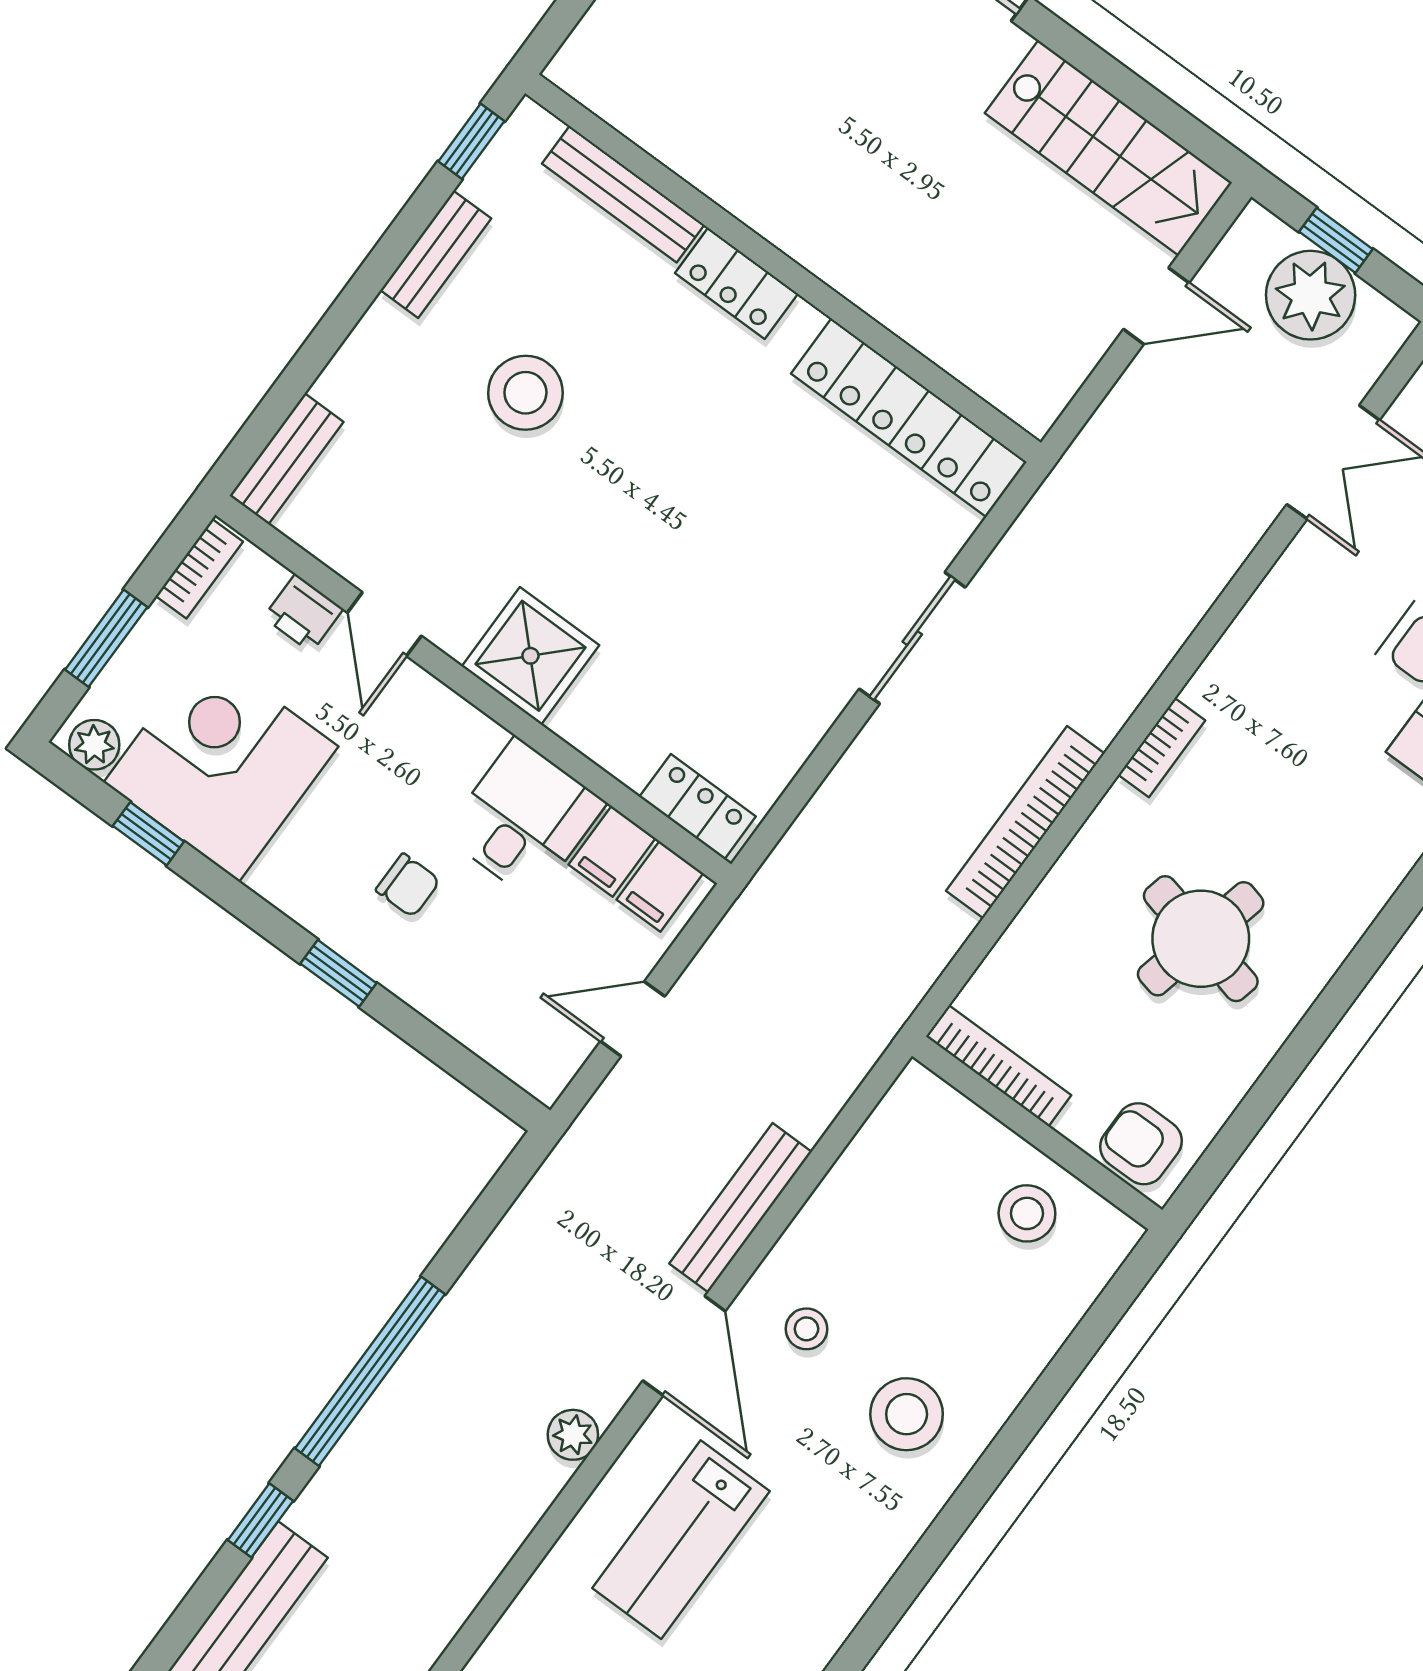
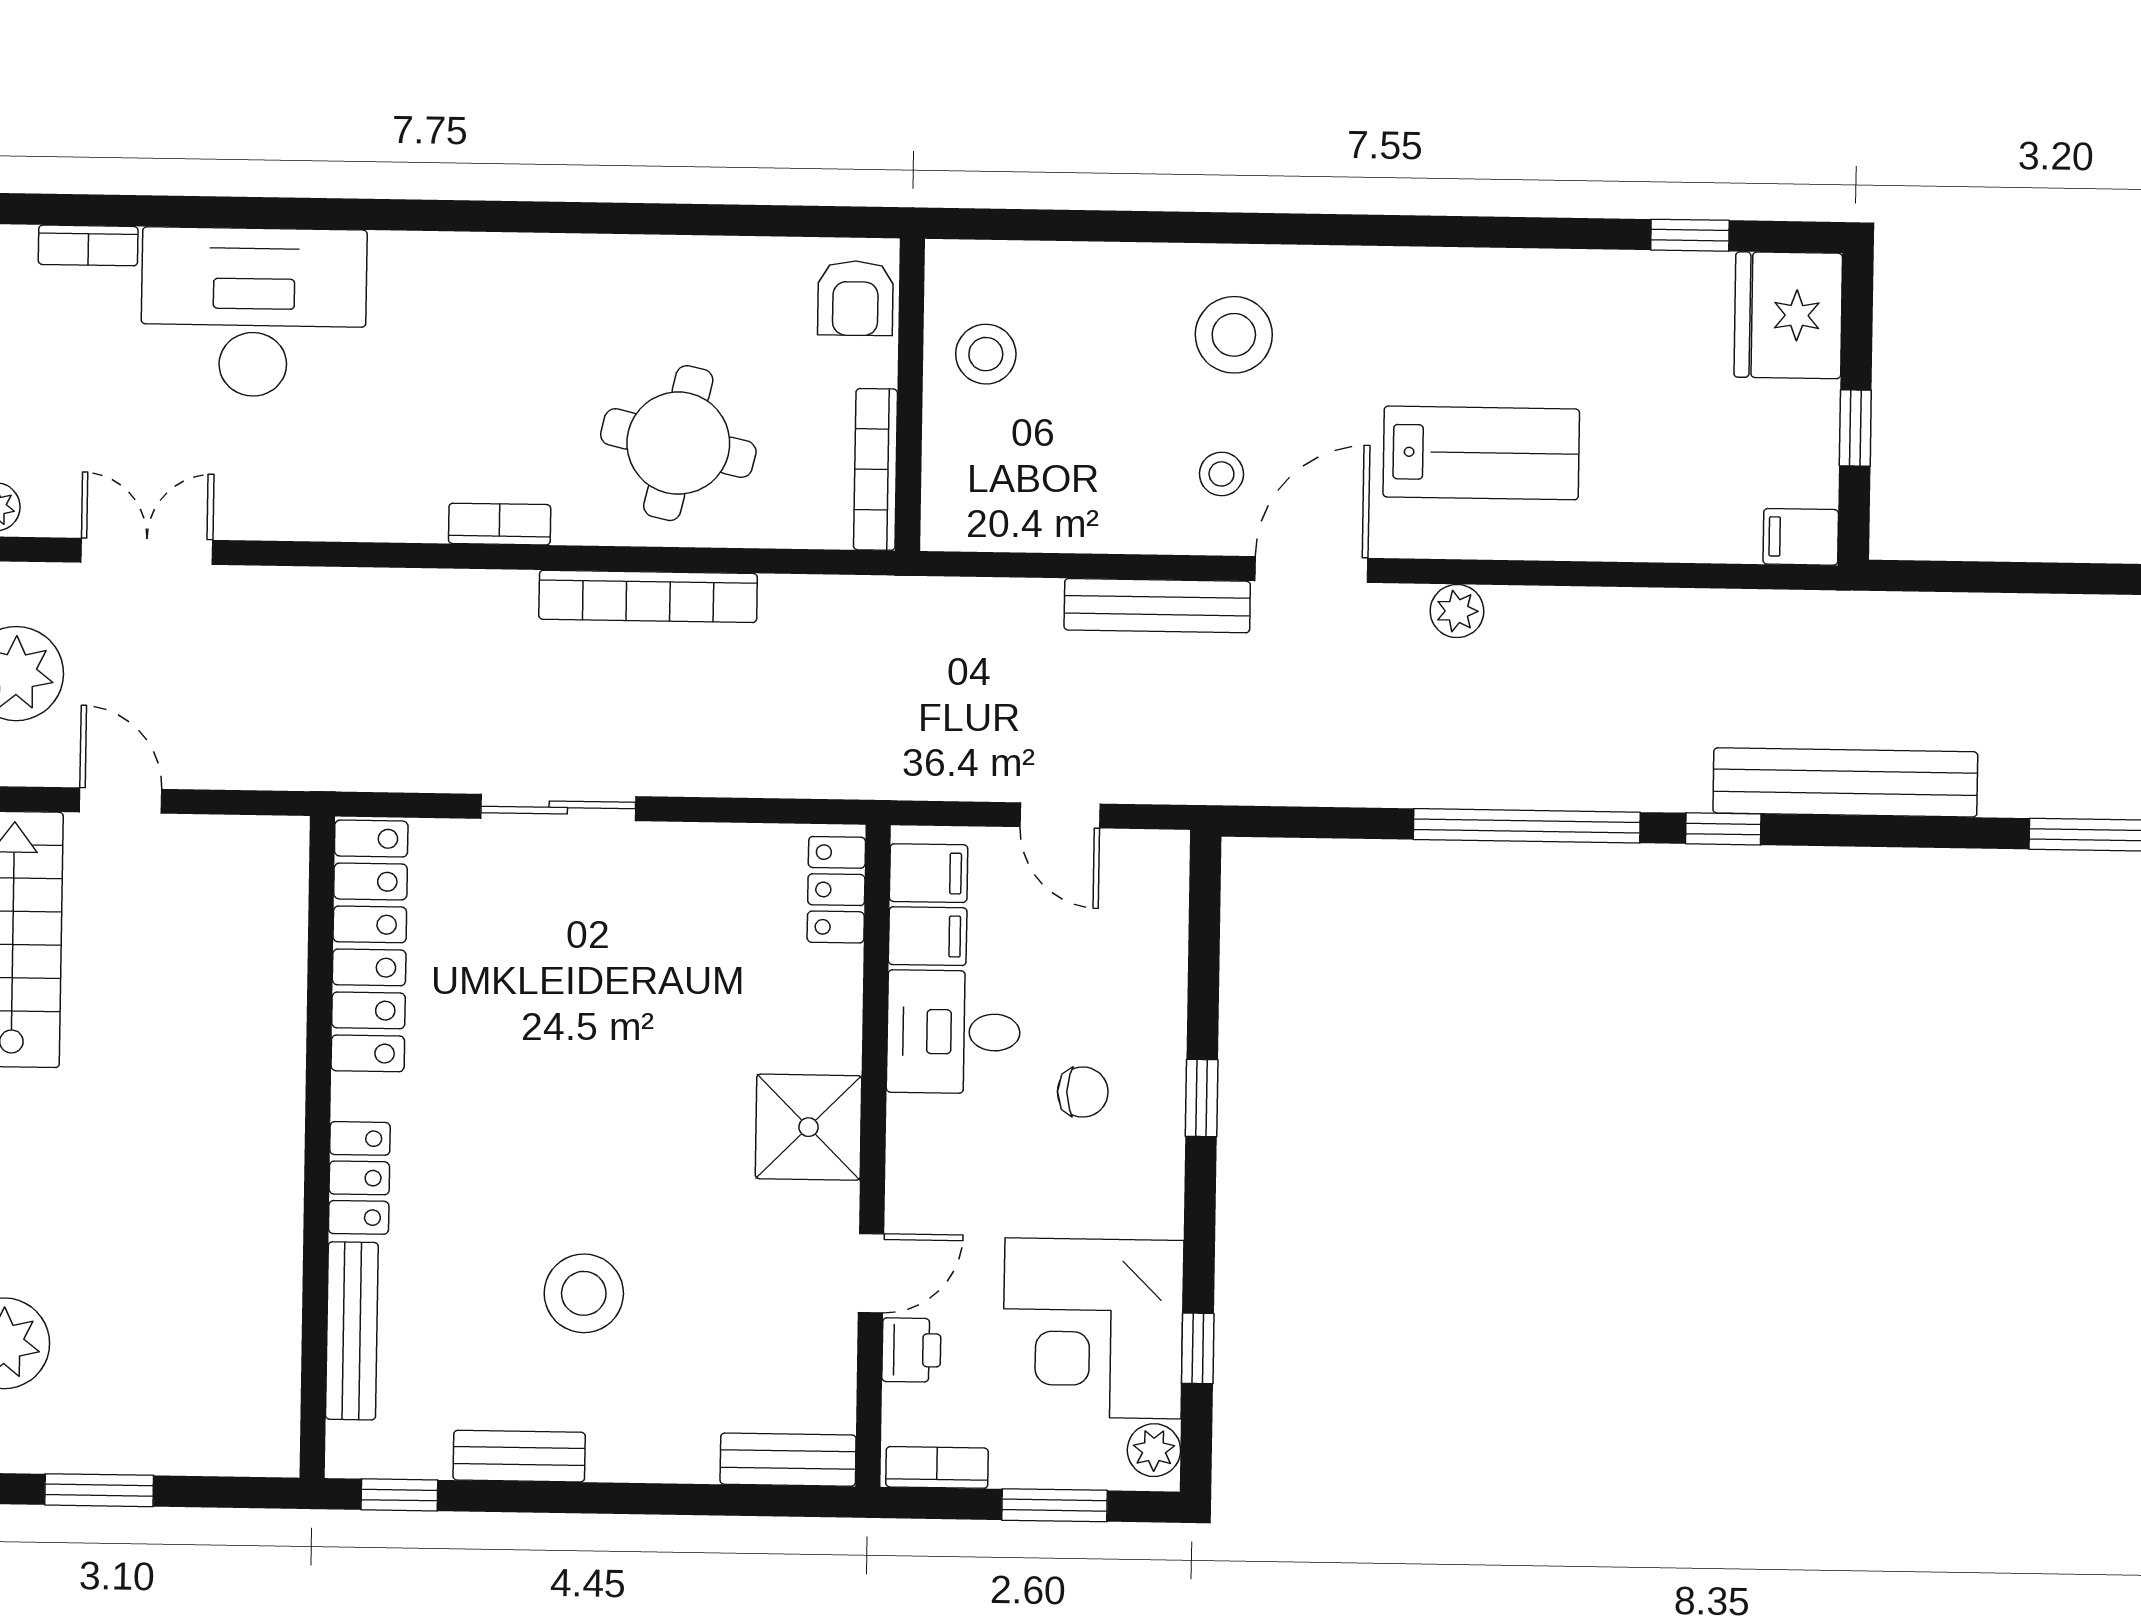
chair: (408, 885) -> (1083, 1092), turned 90
round table: (1201, 939) -> (678, 443), moved

